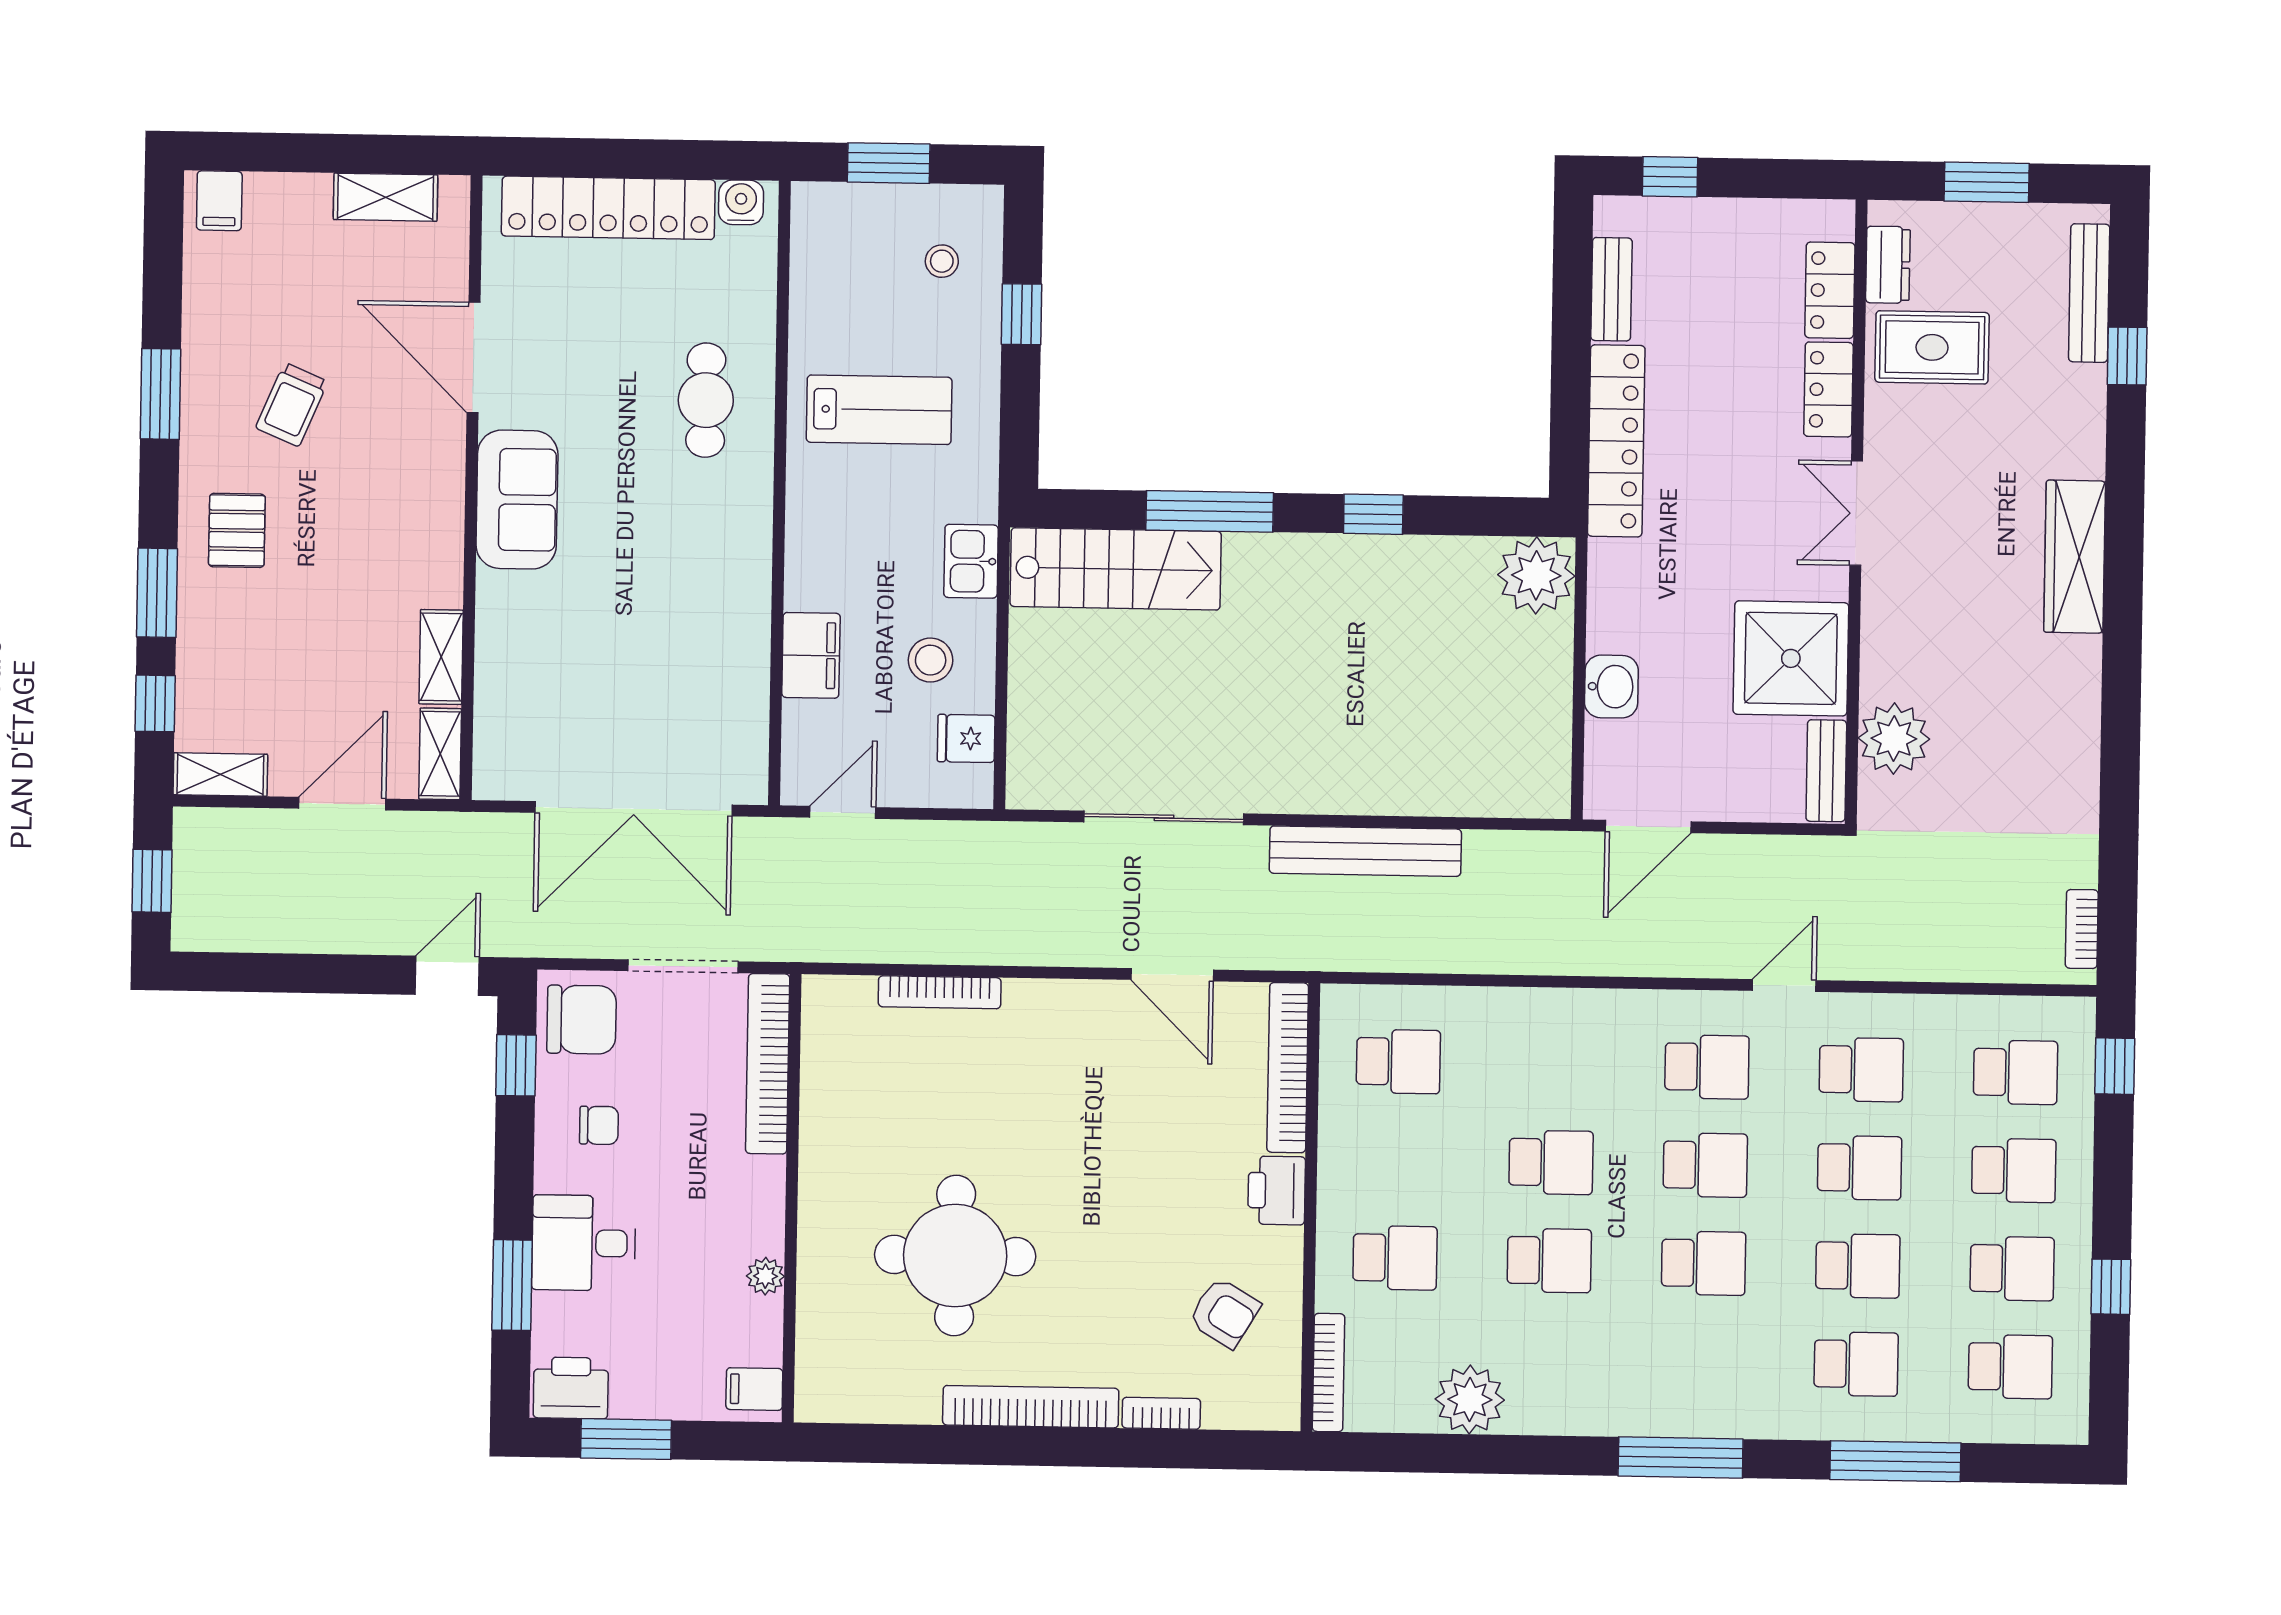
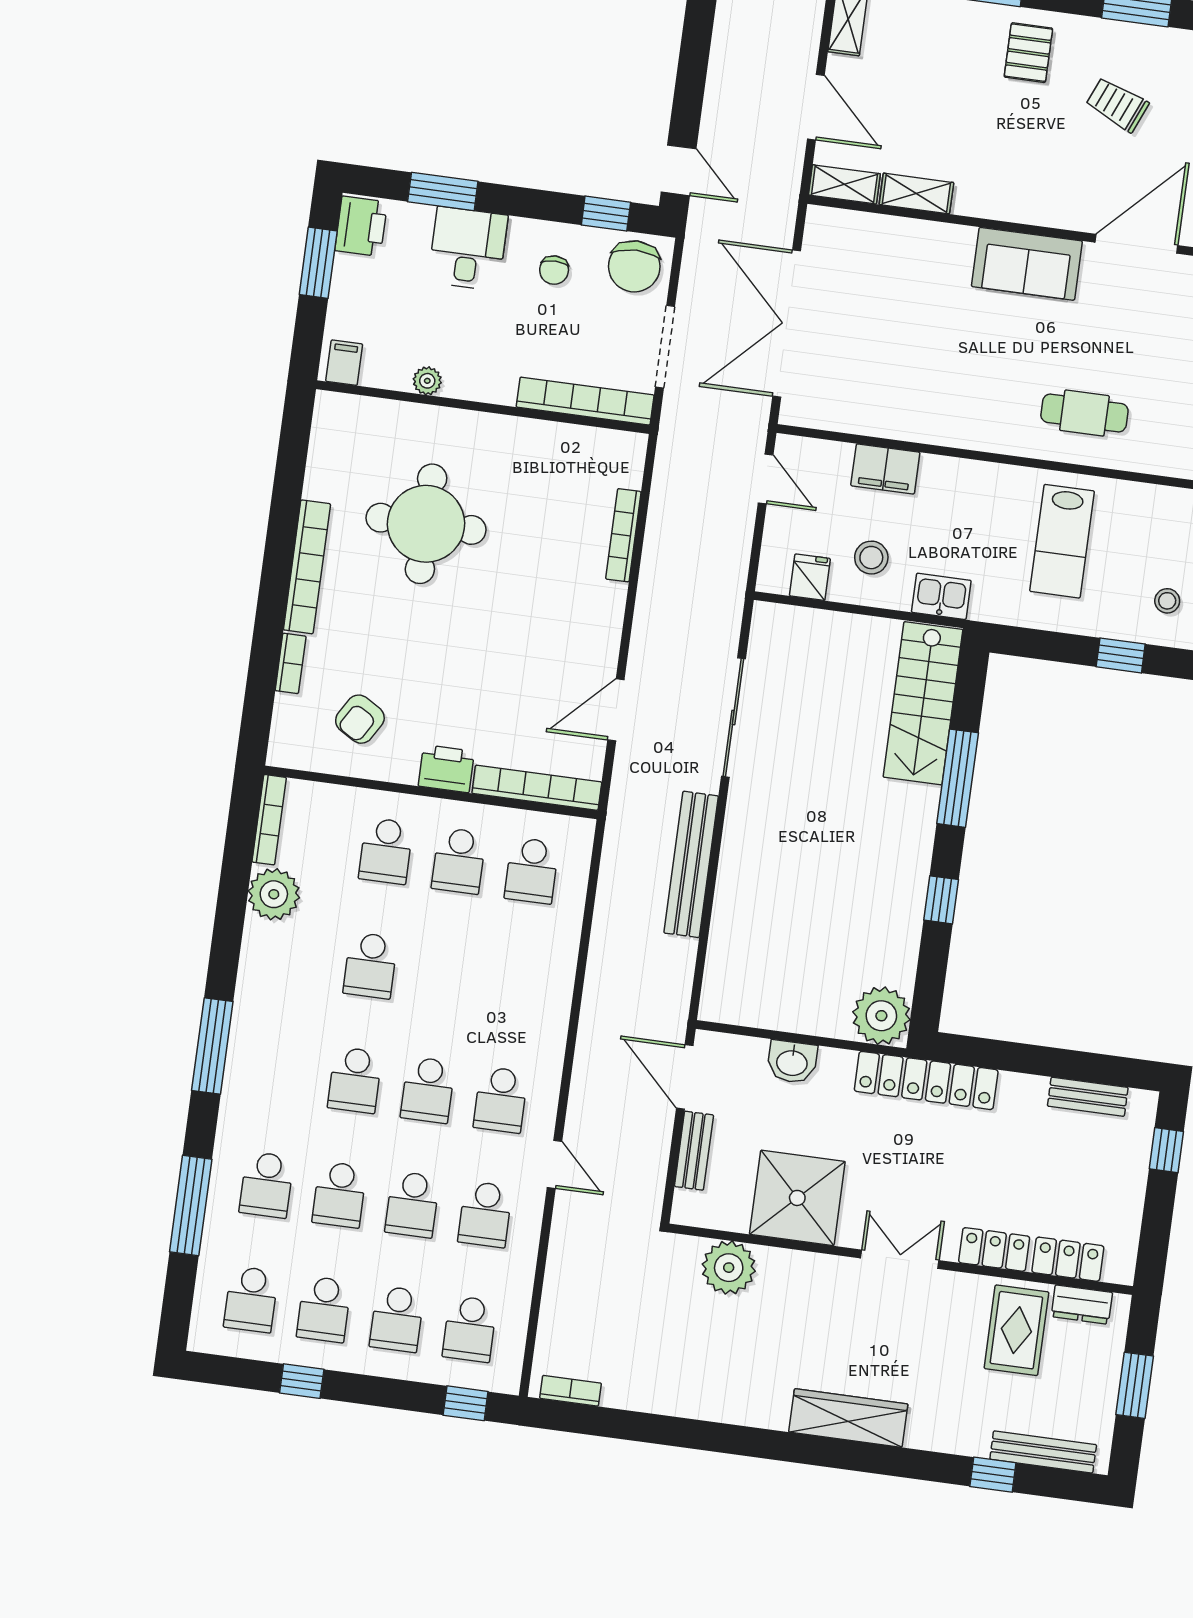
locker: (1616, 441) -> (926, 1080), moved
pallet: (237, 530) -> (1028, 53), turned 90
bench: (1826, 771) -> (694, 1151), moved, turned 90
school desk: (1551, 1162) -> (459, 861), moved
bookcase: (1329, 1373) -> (269, 820), moved, turned -90

